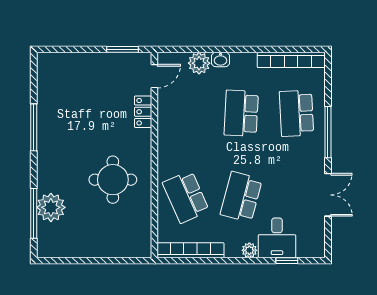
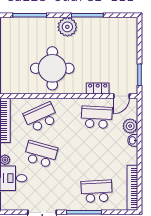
door: (154, 76) -> (122, 96), hinge flipped
school desk: (241, 113) -> (97, 117), moved
round table: (113, 180) -> (52, 68), width x1.36, depth x1.36
plant: (51, 207) -> (67, 27), moved

